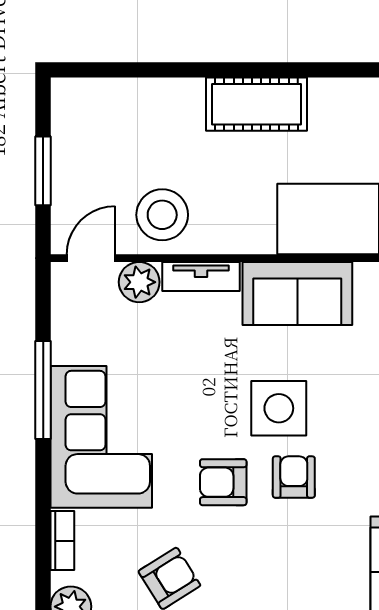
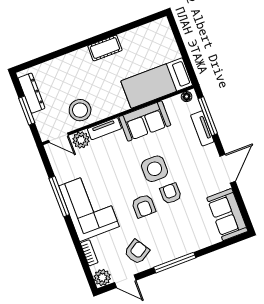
cot: (256, 104) -> (105, 48), width x0.73, depth x0.75
dresser: (68, 136) -> (31, 93), added
door: (91, 258) -> (58, 138), swing flipped
armchair: (223, 482) -> (144, 206), turned -90

